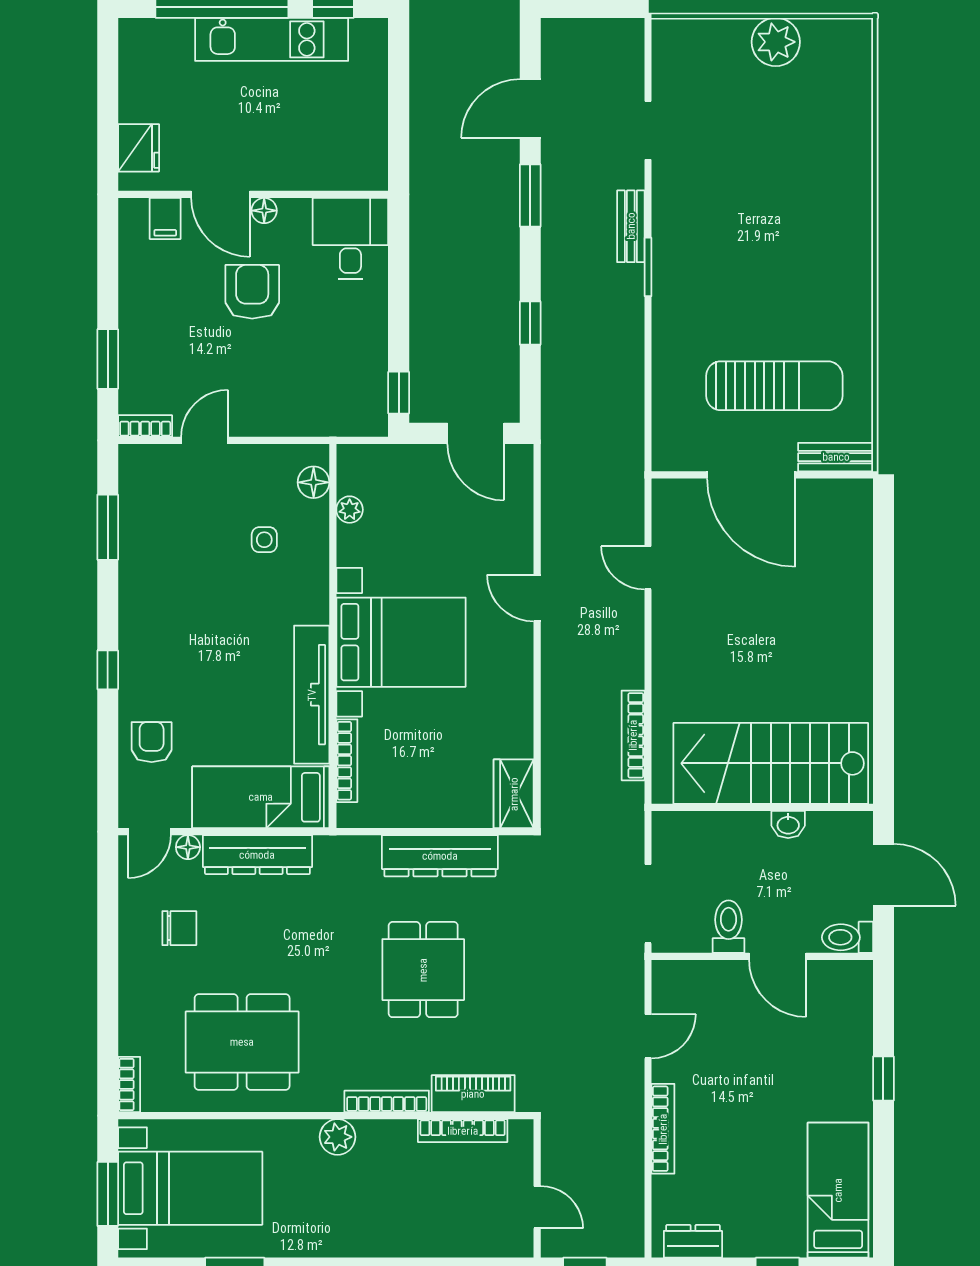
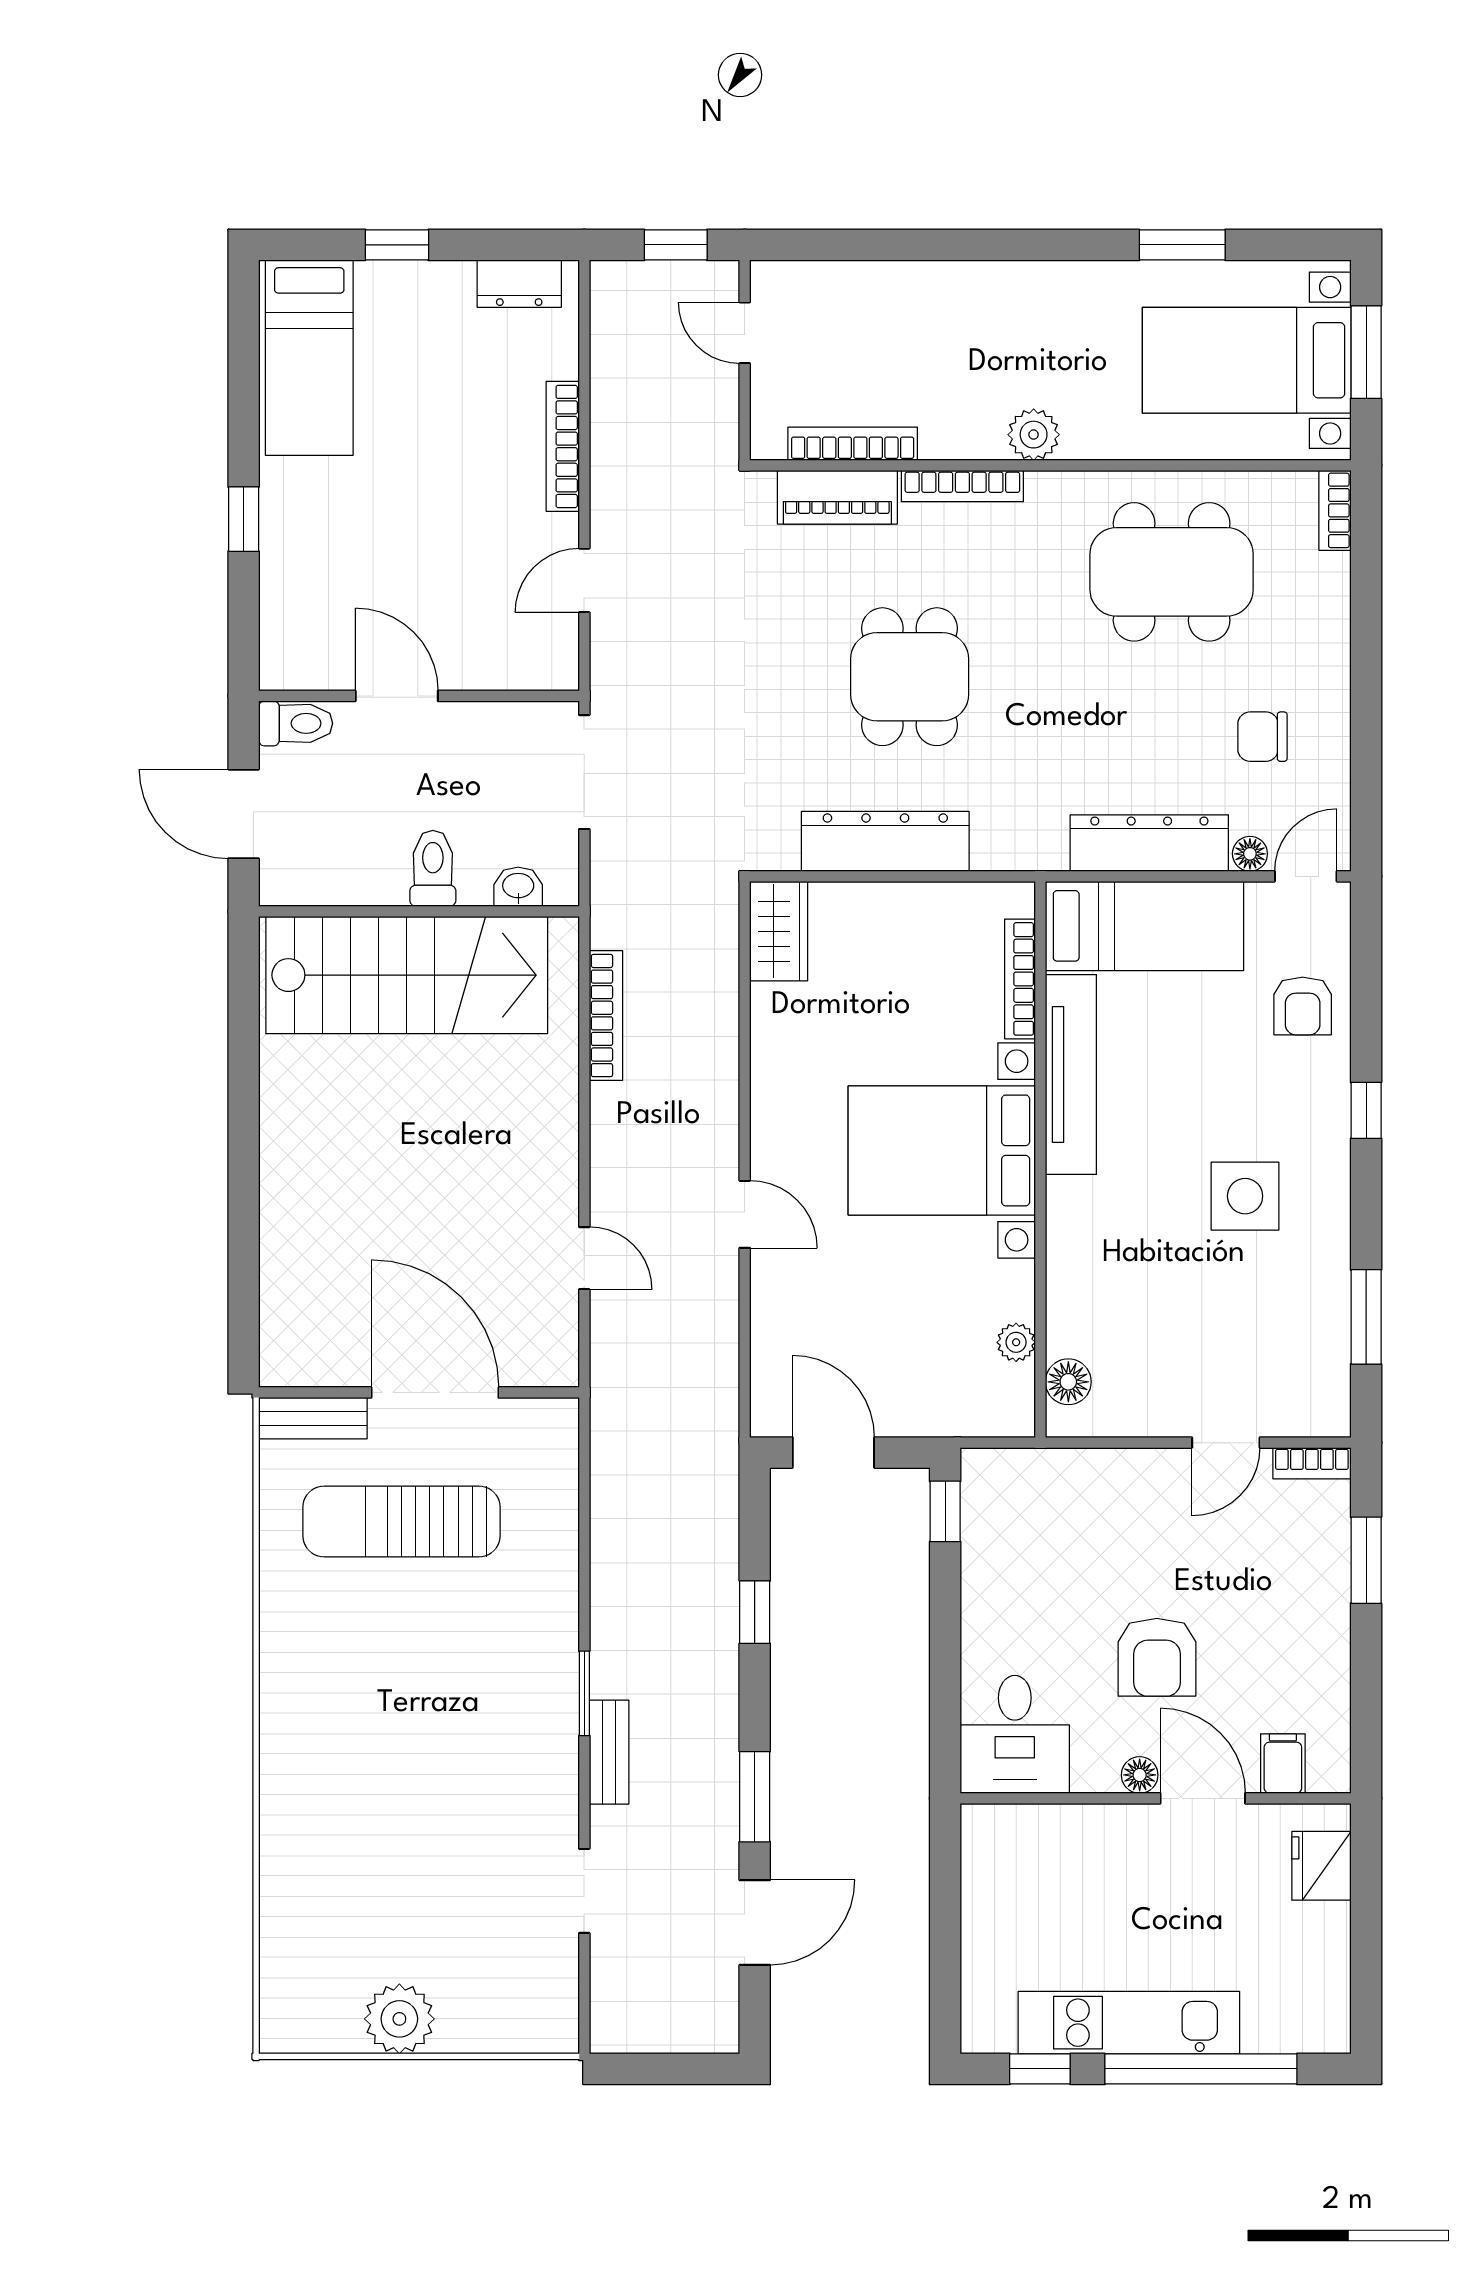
side table: (264, 540) -> (1245, 1196), moved, width x1.87, depth x1.87
washbasin: (788, 824) -> (518, 887), moved
toilet: (729, 927) -> (433, 868), moved, turned 180

